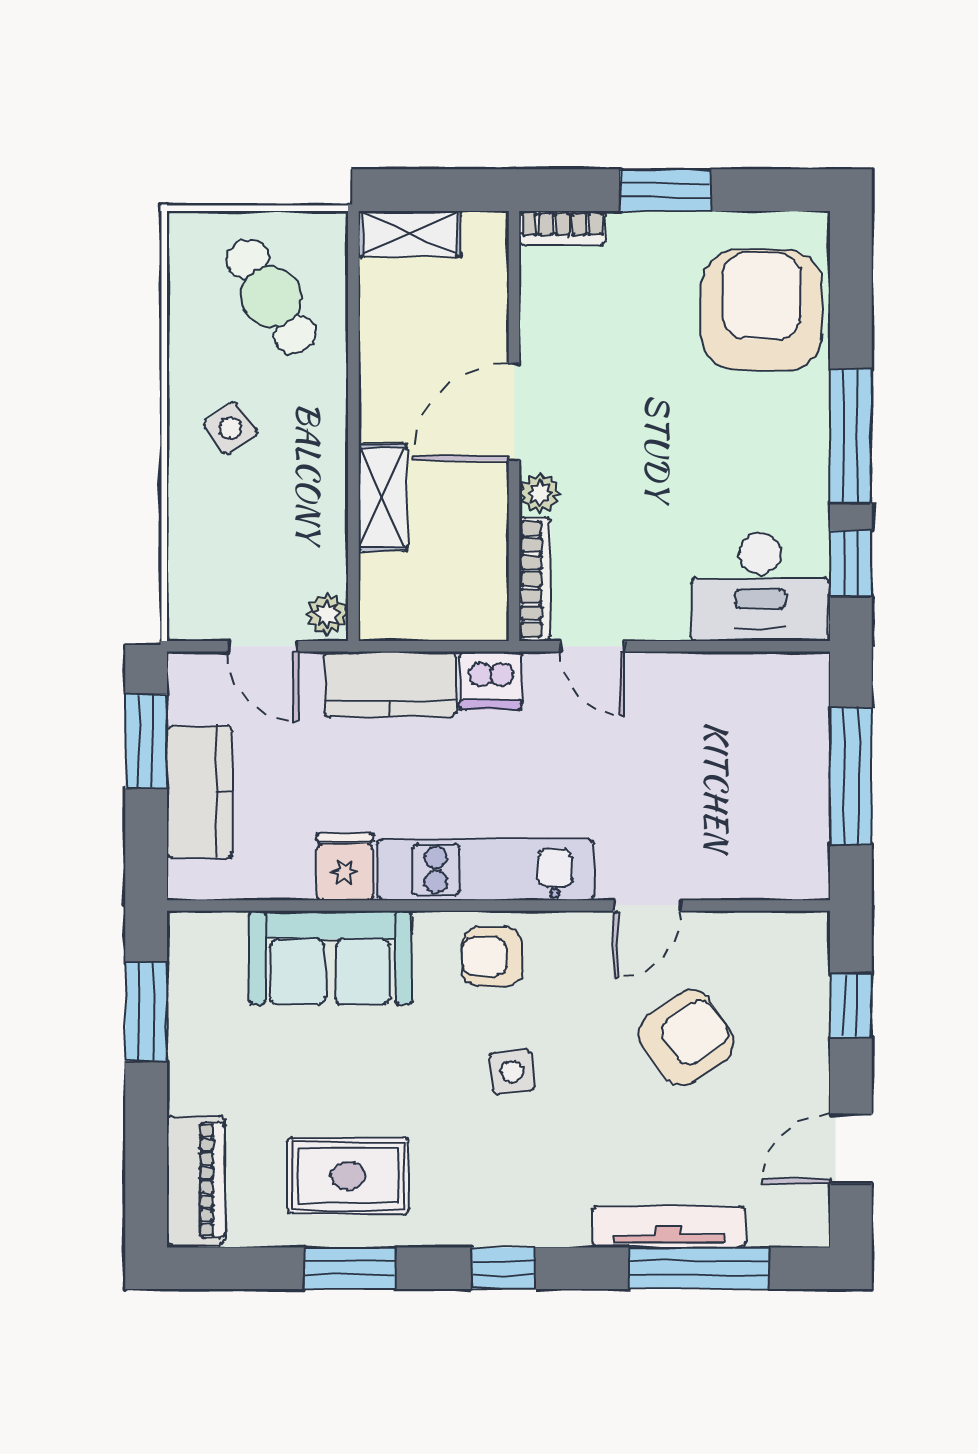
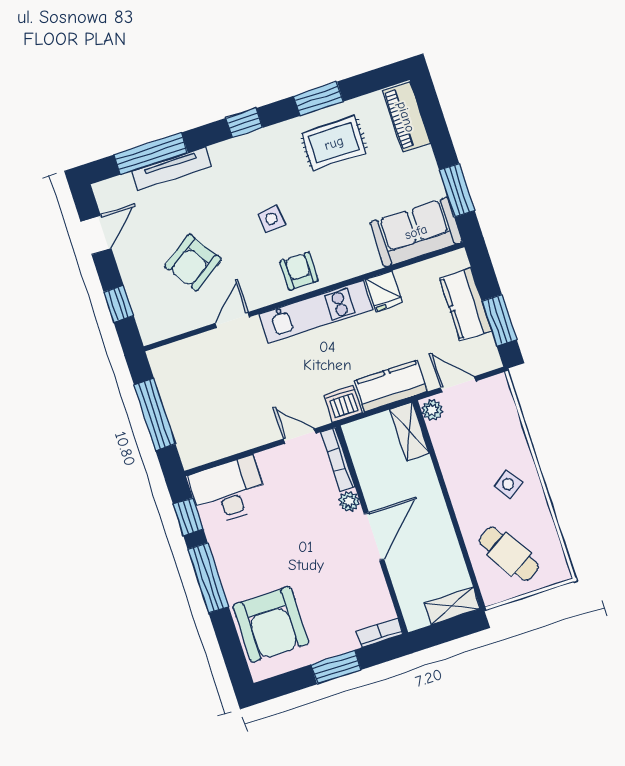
shelving: (383, 497) -> (410, 431), moved
armchair: (492, 957) -> (299, 271), turned -90
sofa: (330, 958) -> (416, 232), moved

